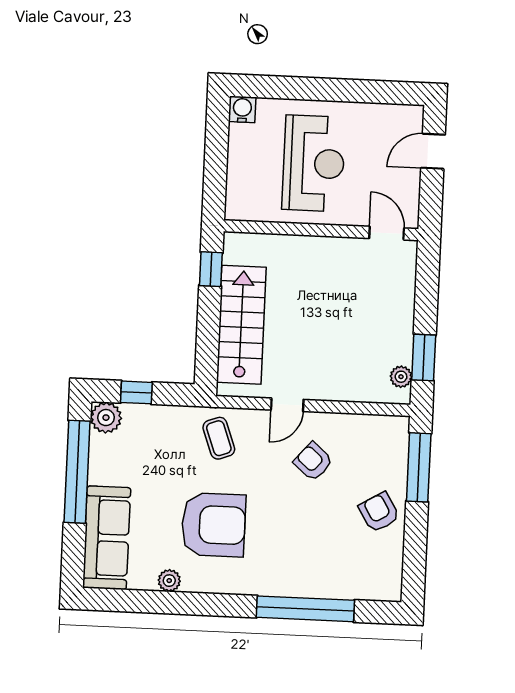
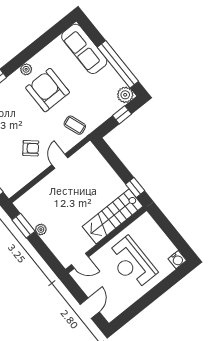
stairs: (241, 325) -> (113, 216), moved, turned 90
plant: (401, 377) -> (41, 230), moved
armchair: (213, 525) -> (48, 90), turned 90
plant: (169, 581) -> (26, 69), moved

